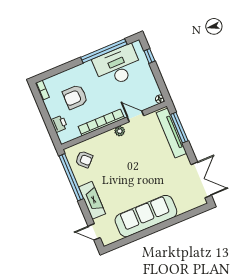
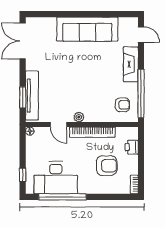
window: (179, 128) -> (23, 97), width x0.69
armchair: (84, 159) -> (122, 105), turned 136

